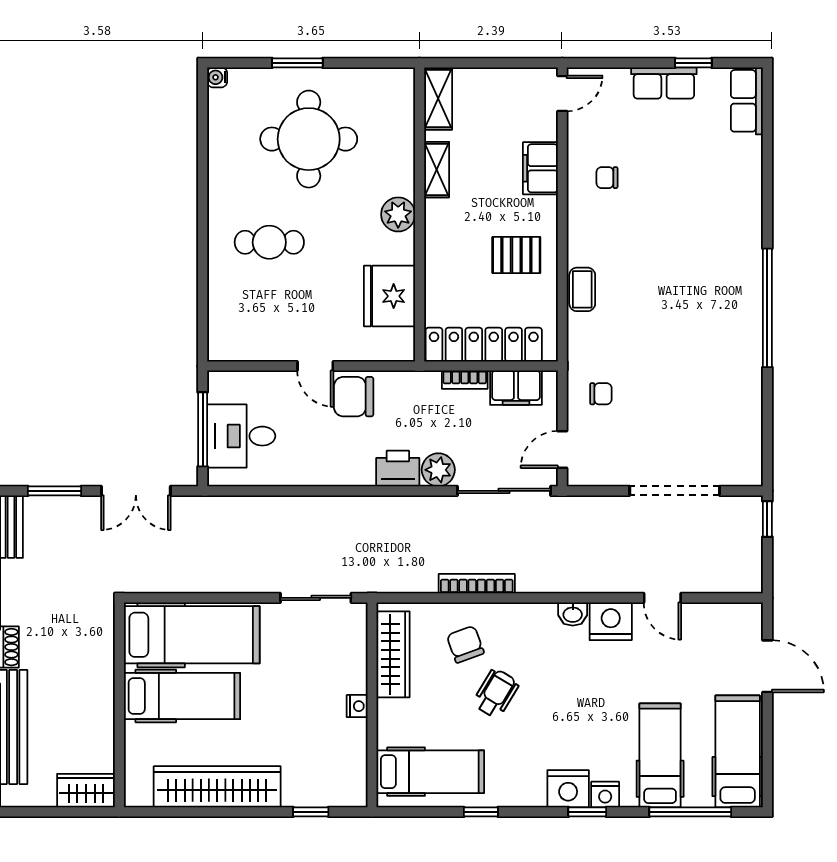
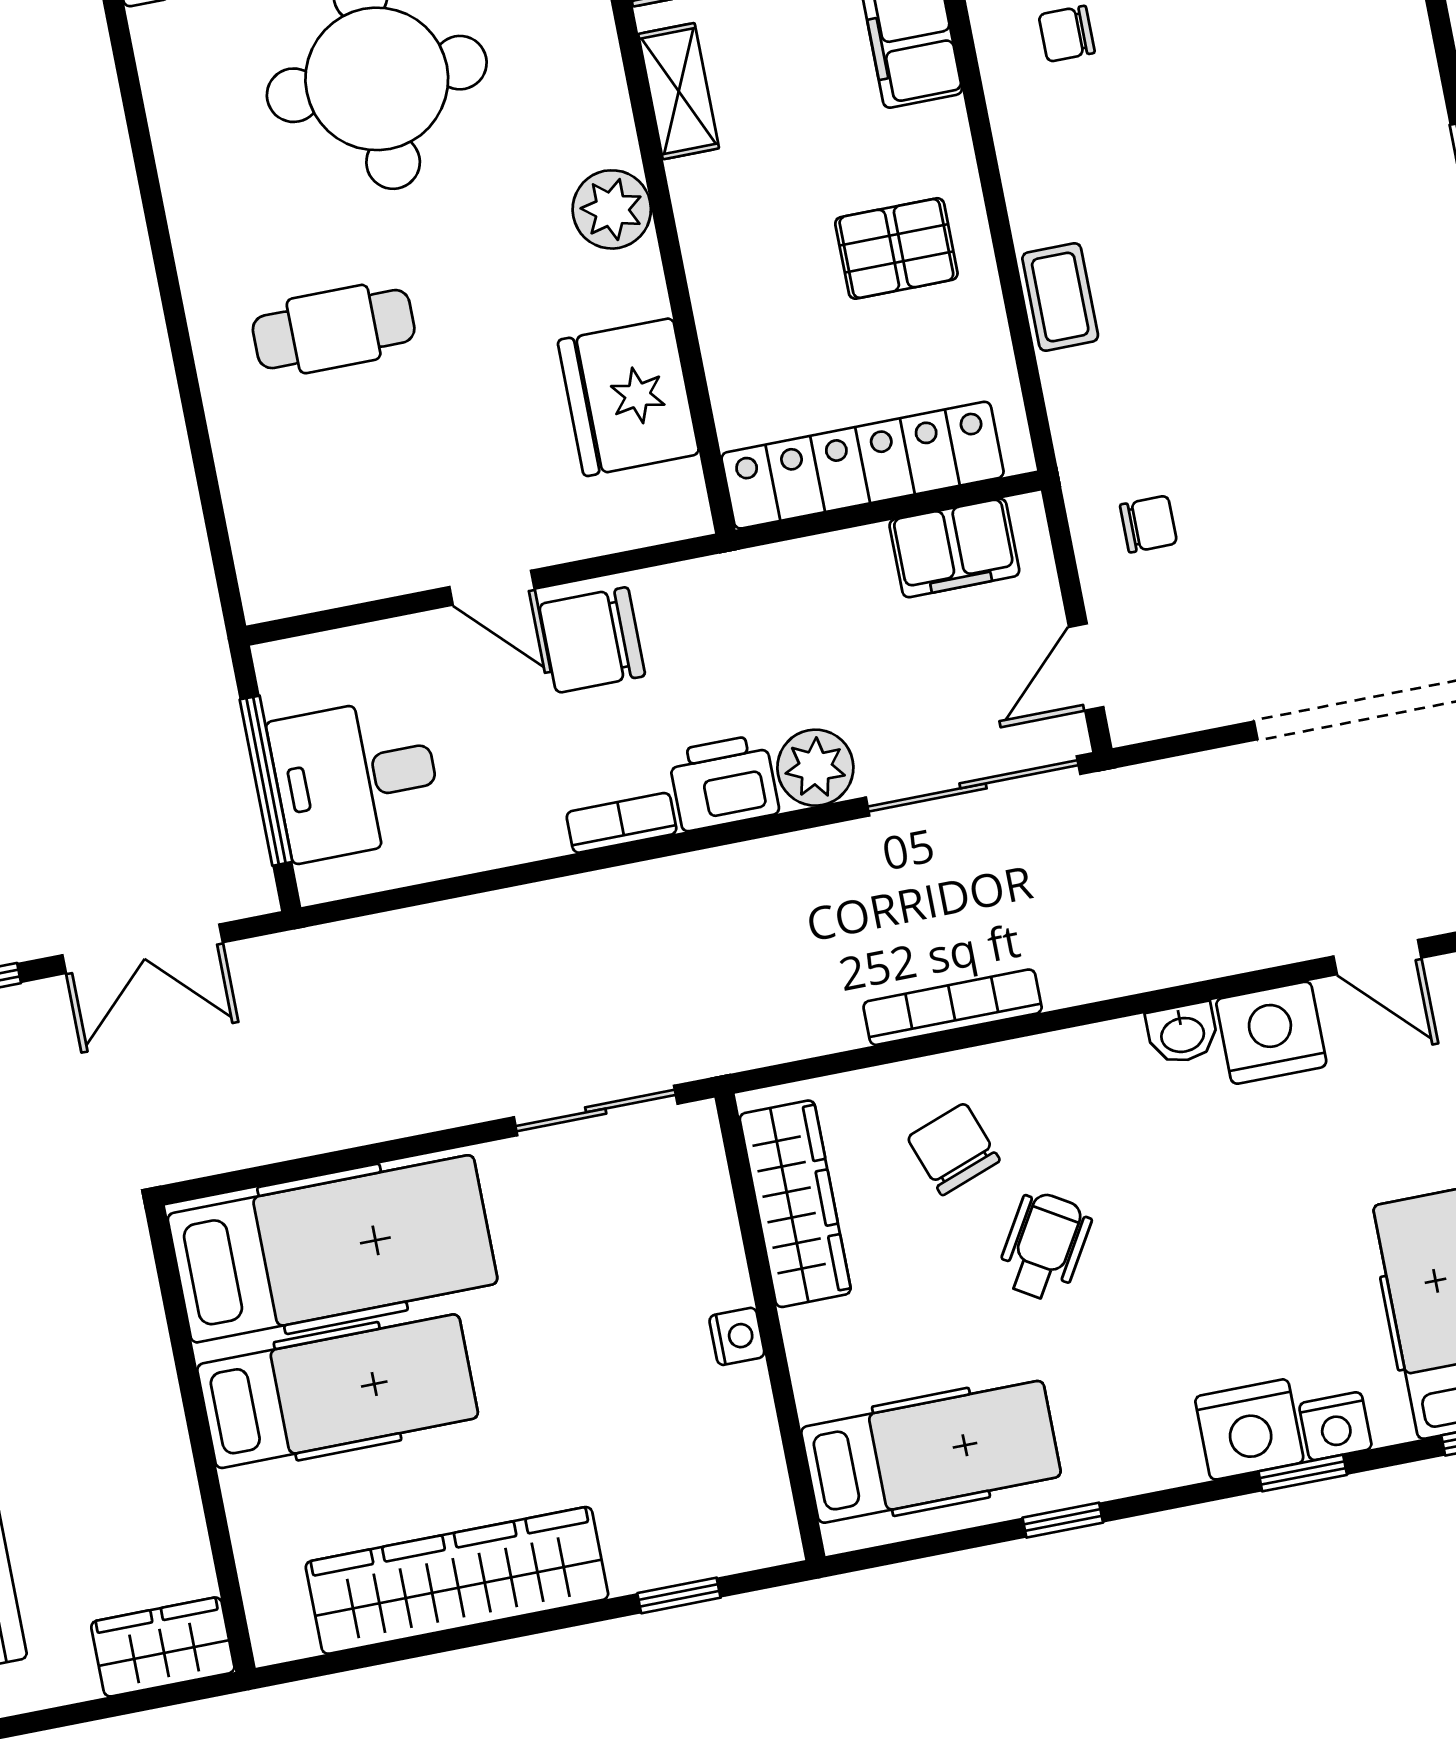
bookcase: (465, 380) -> (622, 823), moved, turned 180

